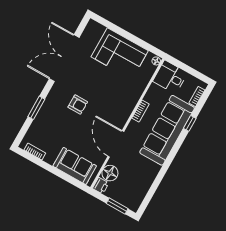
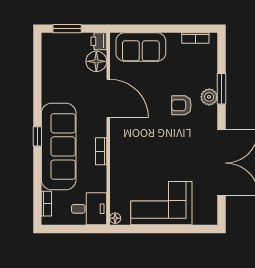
armchair: (78, 105) -> (181, 105), moved
plant: (48, 107) -> (209, 97), added
window: (190, 123) -> (37, 136), moved

